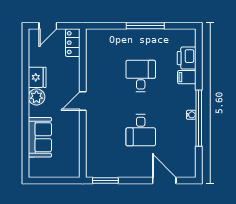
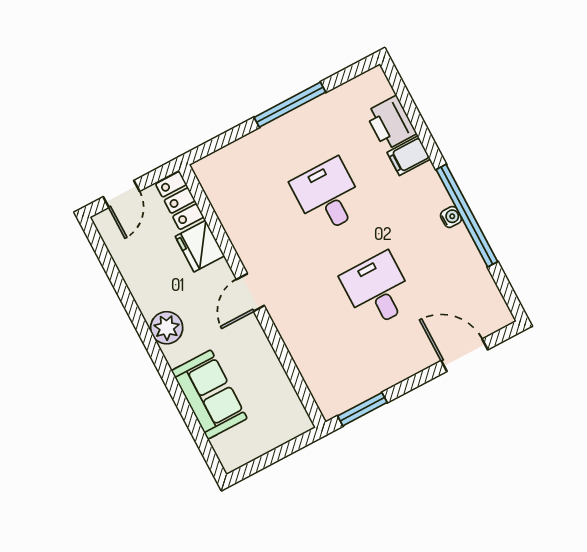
fridge: (37, 77) -> (200, 246), moved, turned 180
desk: (141, 130) -> (378, 290), turned 180

